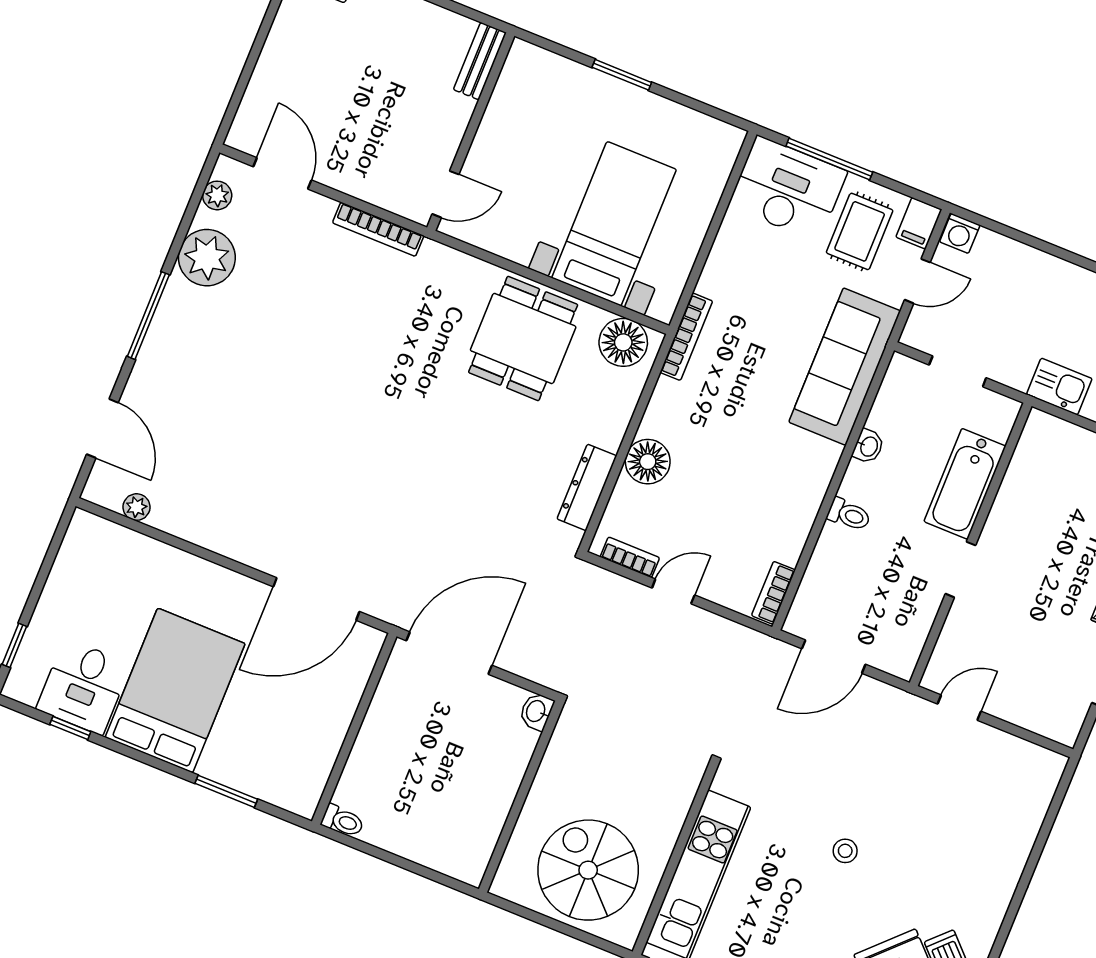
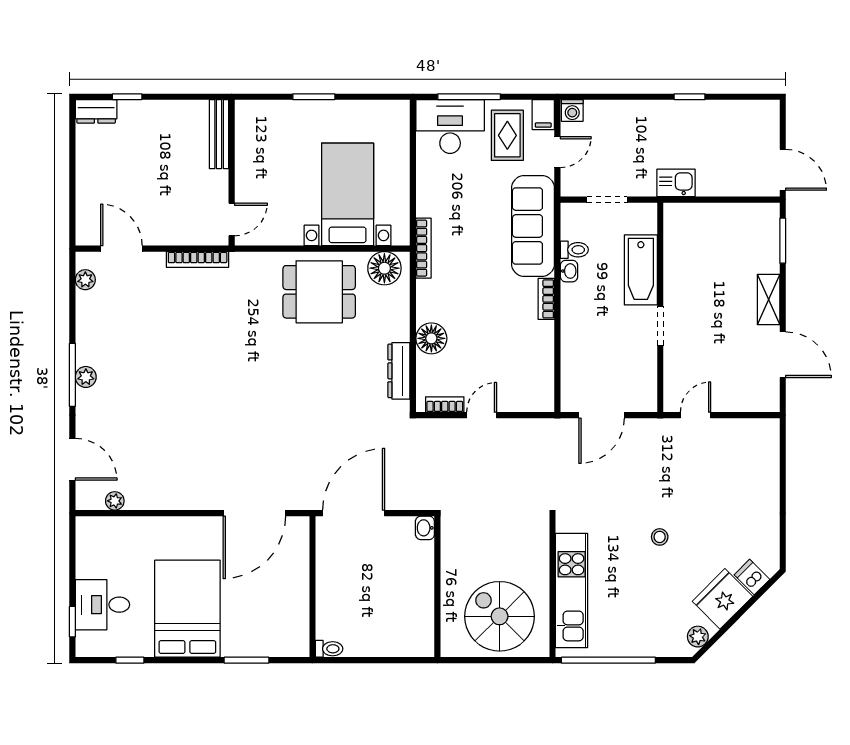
bench: (480, 61) -> (219, 134), width x1.36
plant: (207, 258) -> (86, 377), moved, width x0.53, depth x0.53
dining table: (523, 338) -> (319, 292), turned 90
toilet: (849, 515) -> (574, 250), moved
bookcase: (773, 593) -> (546, 299), moved
desk: (84, 687) -> (102, 605), moved, turned 90

